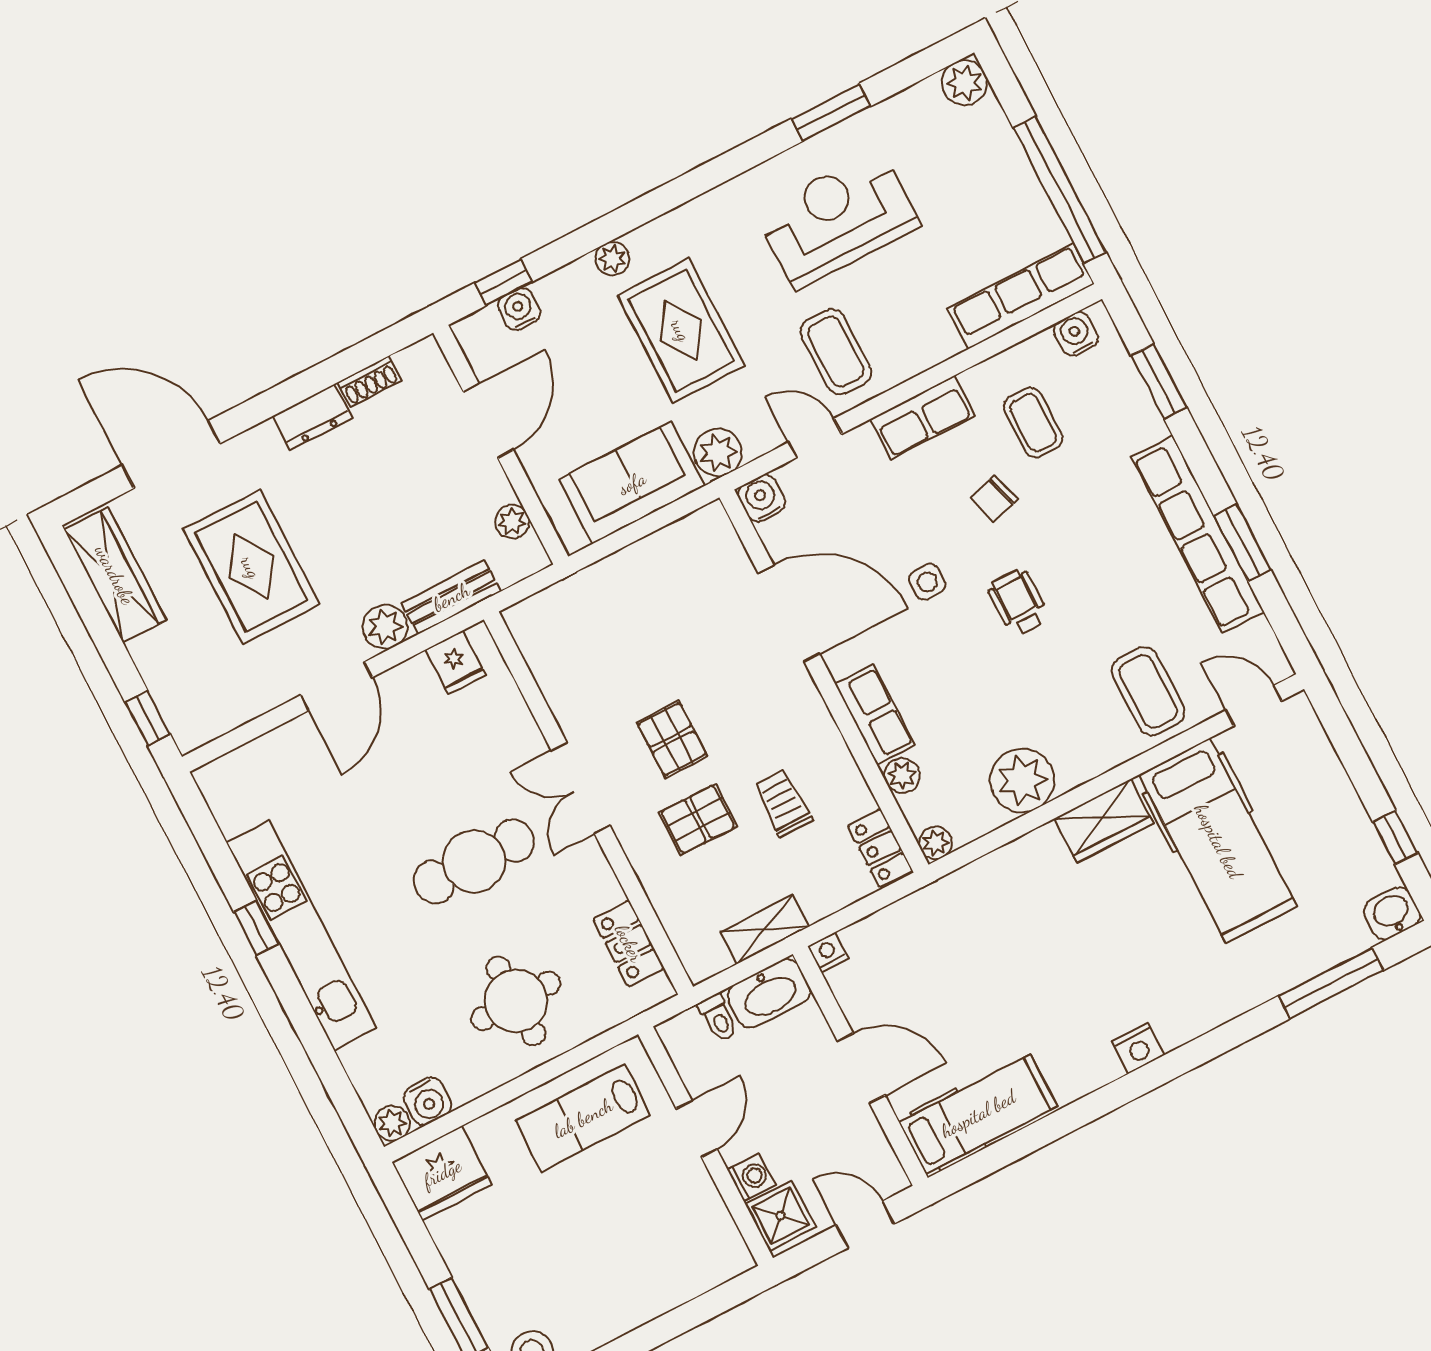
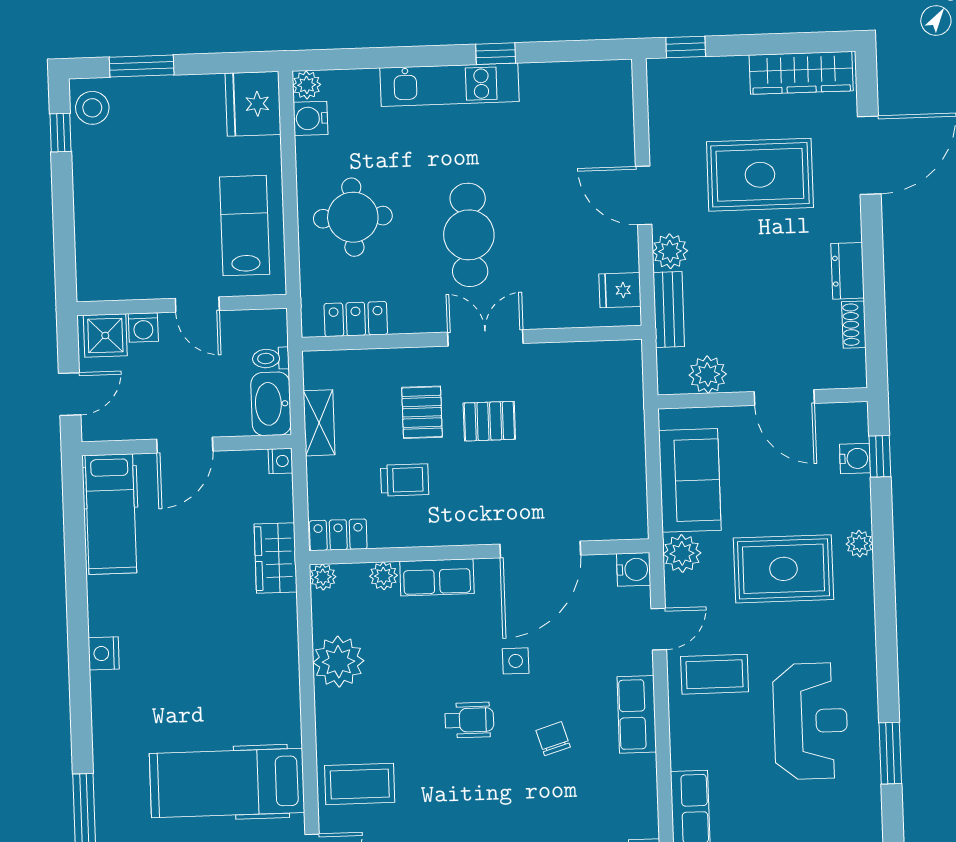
coffee table: (1033, 423) -> (595, 793), removed
plant: (512, 522) -> (708, 375), width x1.38, depth x1.38
wardrobe: (1104, 821) -> (276, 558), moved
kitchen unit: (301, 935) -> (450, 85), width x0.73

